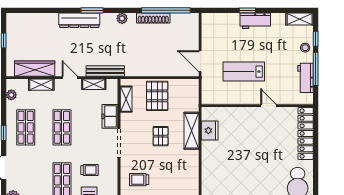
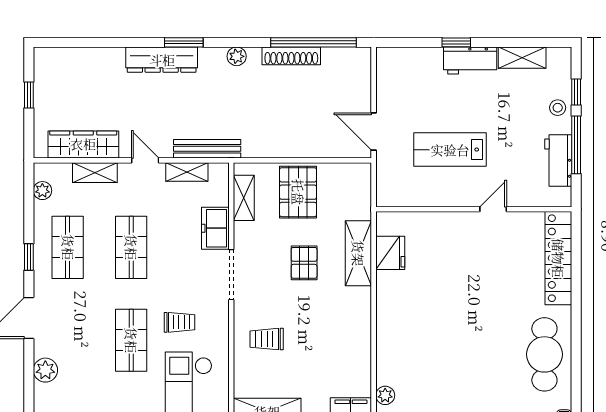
shelving: (300, 19) -> (522, 58), moved
door: (268, 106) -> (493, 209), hinge flipped

